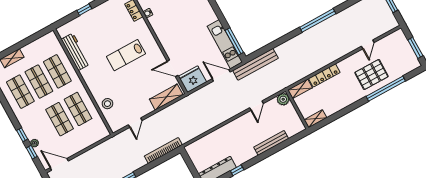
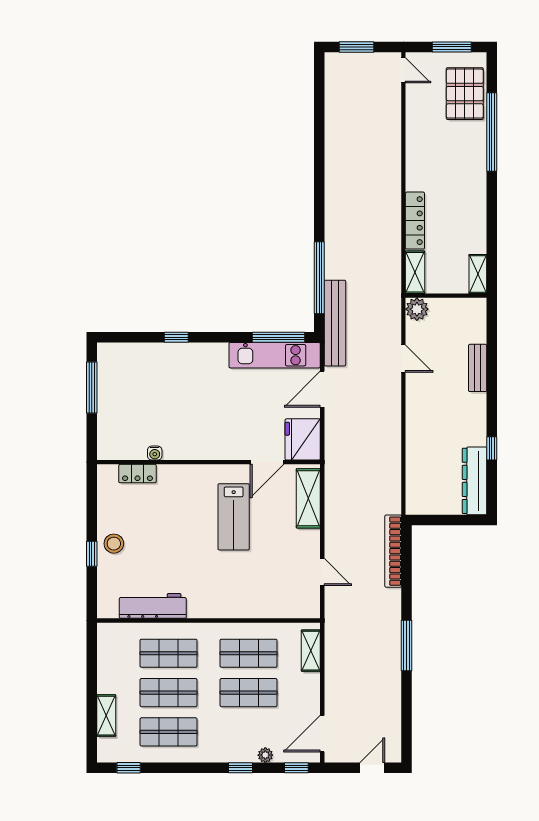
window: (318, 20) -> (319, 278), moved
door: (368, 44) -> (403, 70), moved
lab bench: (126, 55) -> (234, 517), moved
pallet: (371, 75) -> (465, 94), moved
stool: (107, 104) -> (114, 544), moved
shelving: (95, 138) -> (311, 651), added
bench: (271, 143) -> (478, 368), width x0.73
window: (32, 152) -> (296, 768), moved

